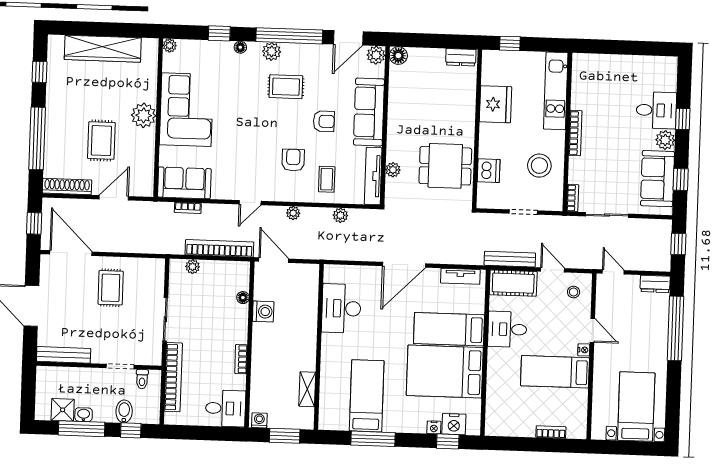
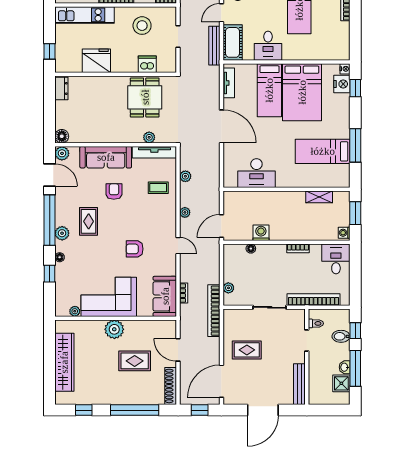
plant: (170, 46) -> (75, 311), moved
armchair: (293, 160) -> (135, 249), moved
bookcase: (219, 248) -> (214, 311), moved
nightstand: (434, 427) -> (345, 69), moved

